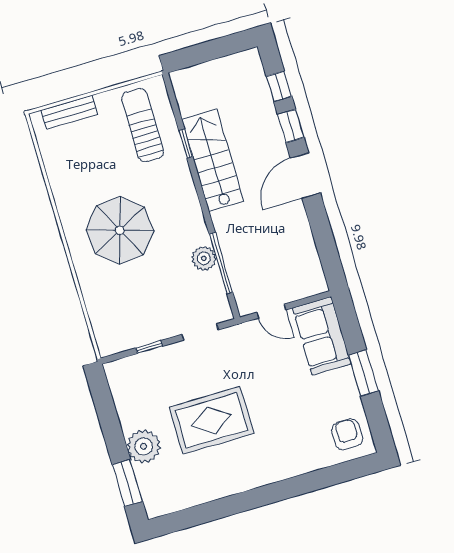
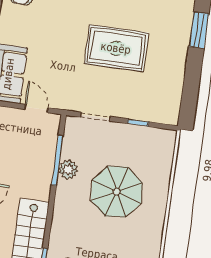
parasol: (120, 230) -> (117, 192), moved
plant: (144, 446) -> (175, 52), removed

